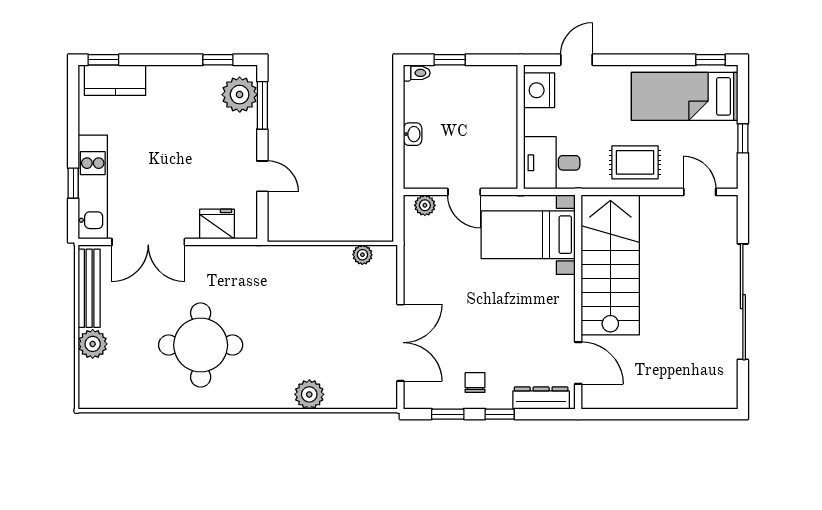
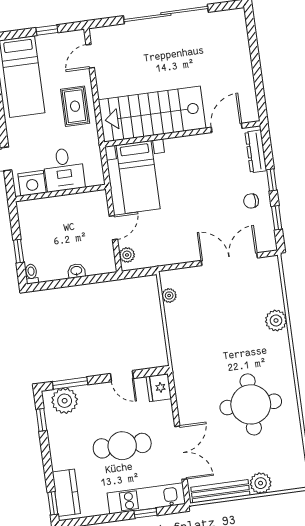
desk: (552, 163) -> (64, 169), moved
cafe table: (168, 164) -> (122, 446), added
door: (262, 176) -> (122, 376), swing flipped
fridge: (217, 224) -> (159, 388), moved

